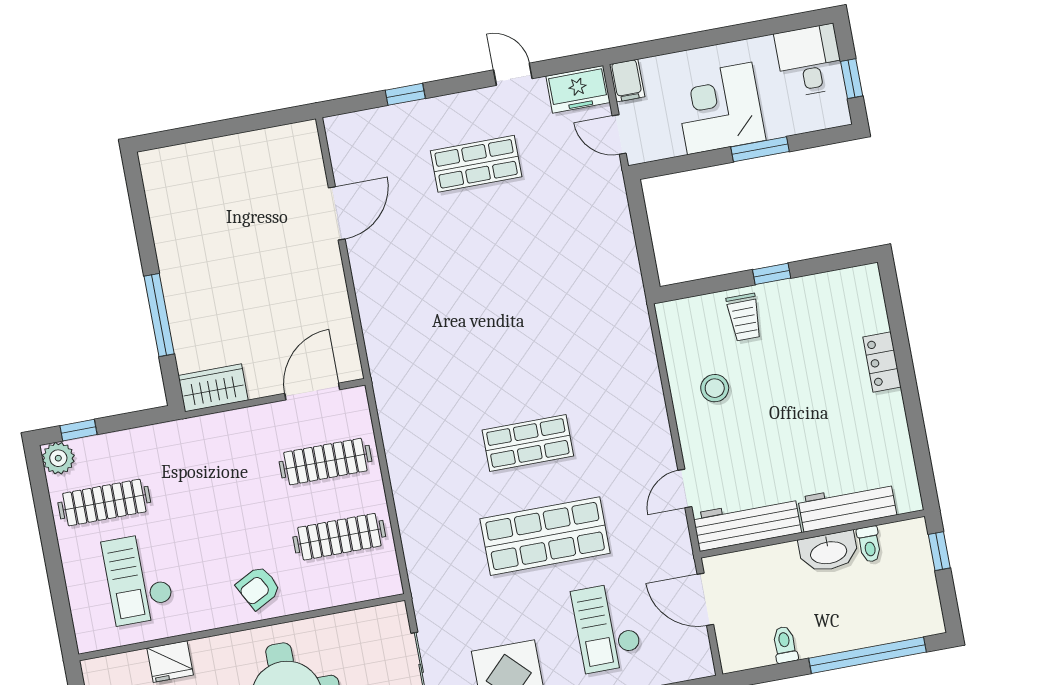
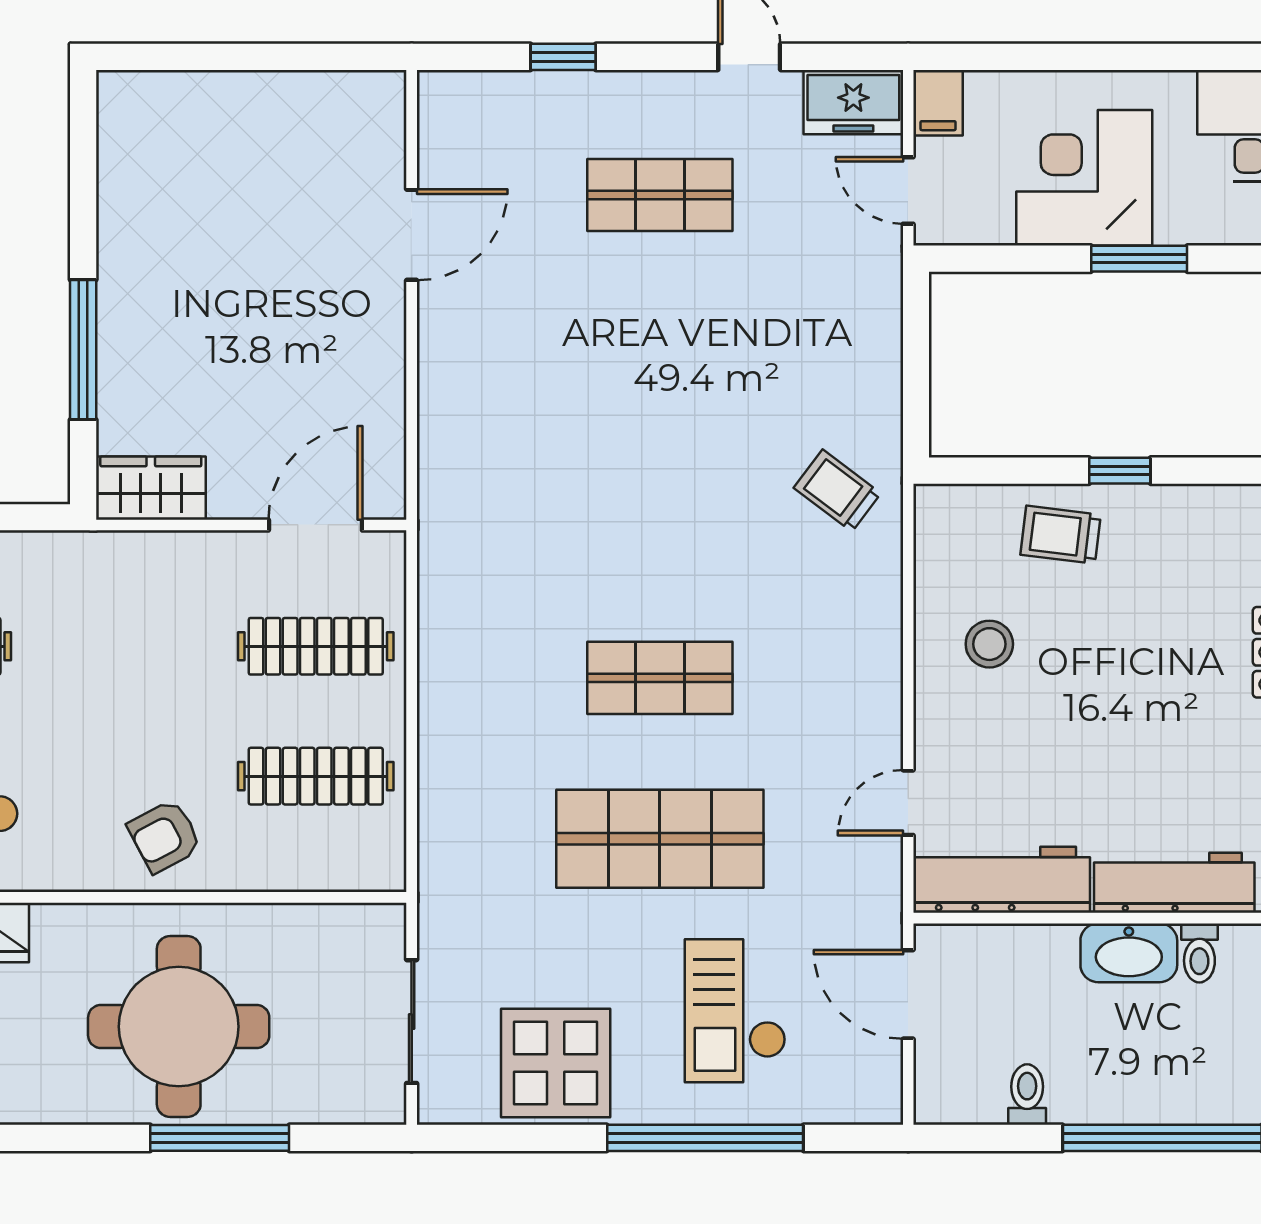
trolley: (610, 316) -> (837, 491), added
trolley: (744, 317) -> (1061, 535), turned 97

